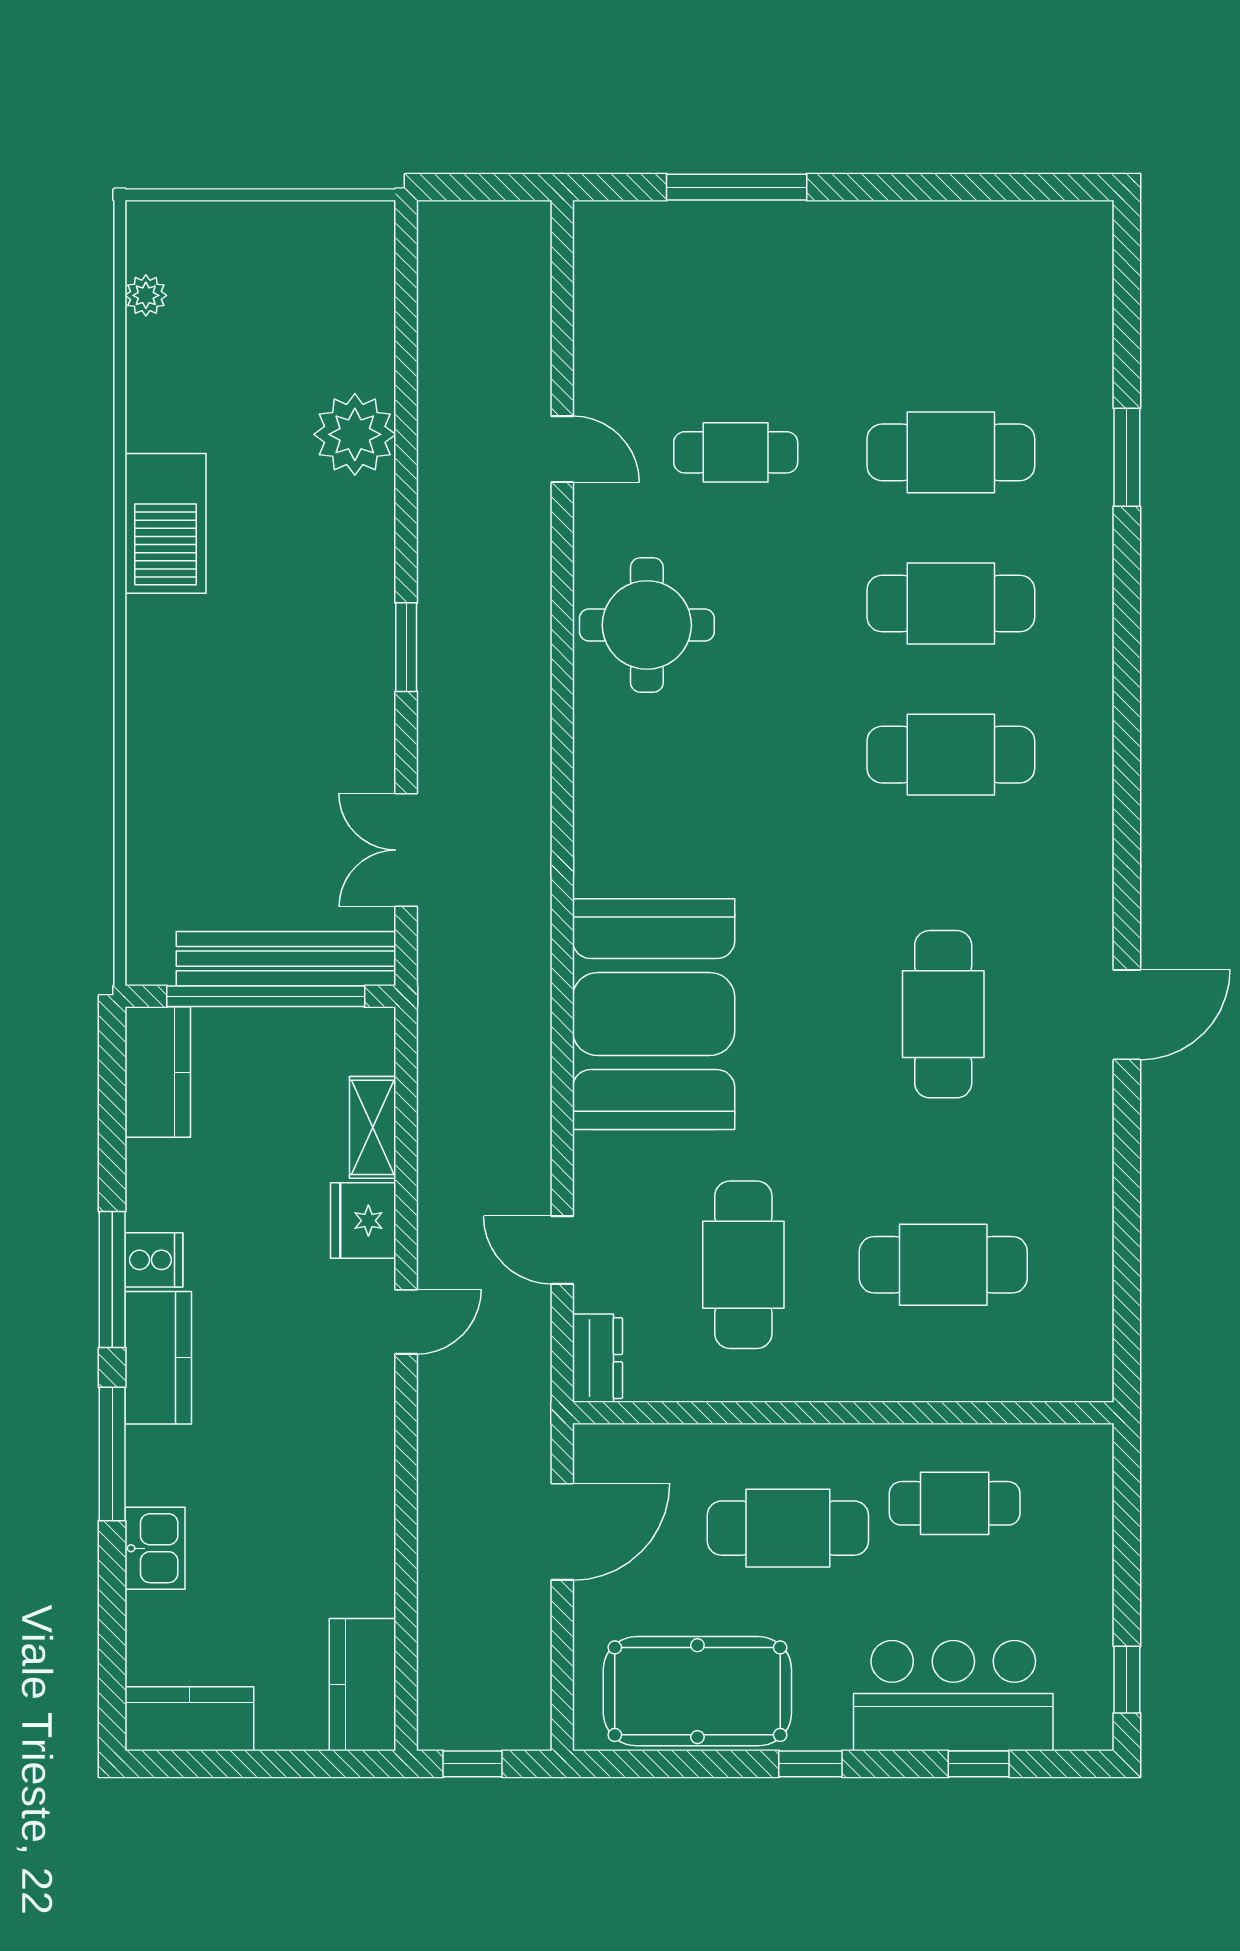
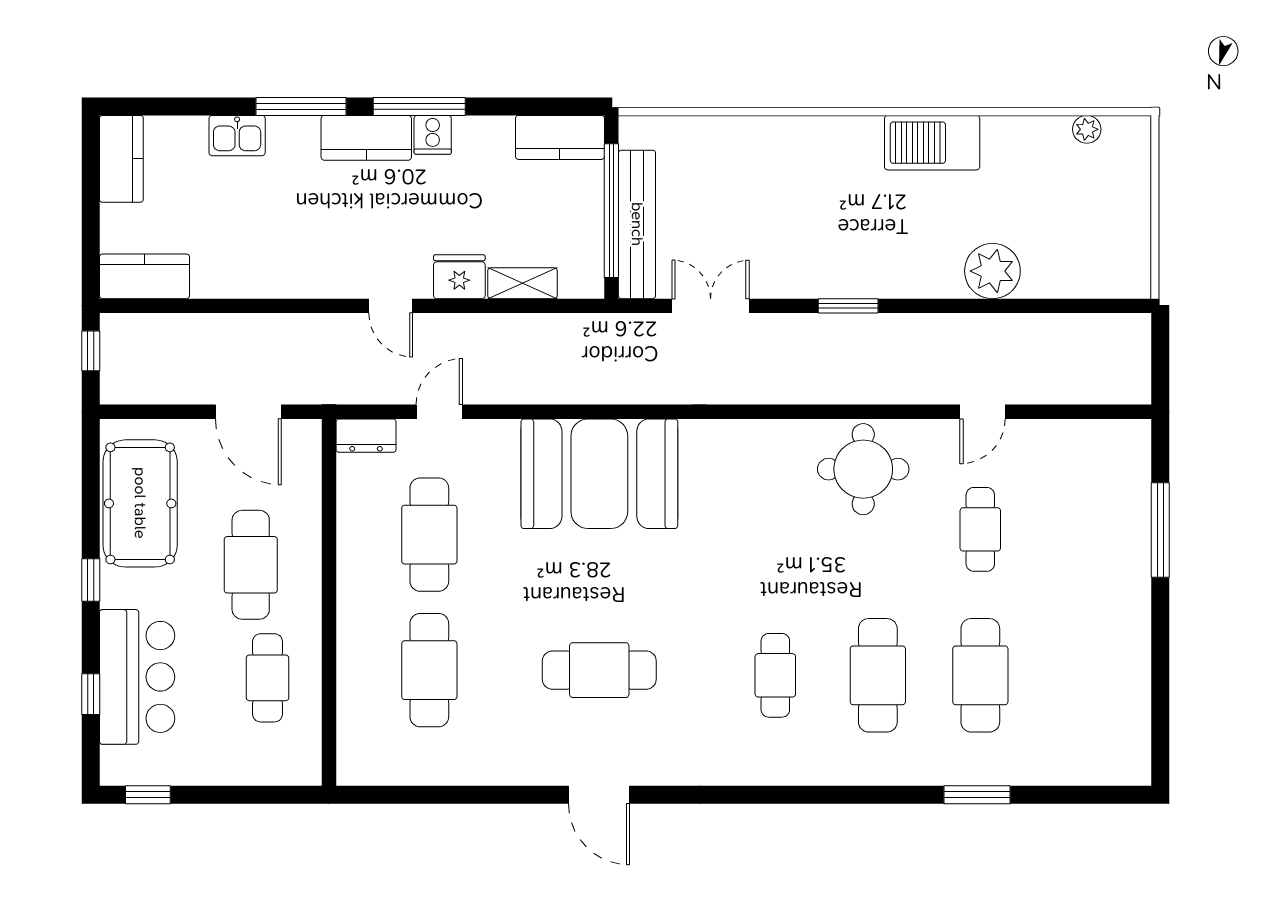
cafe table: (951, 755) -> (775, 675), width x0.73, depth x0.74
cafe table: (743, 1265) -> (429, 535), turned 90

